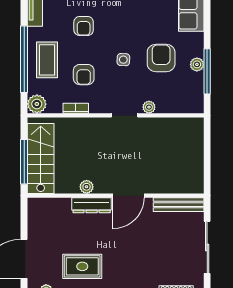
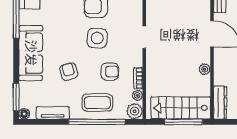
armchair: (84, 26) -> (69, 72), turned -106
side table: (123, 60) -> (97, 38), width x1.87, depth x1.87
plant: (149, 107) -> (137, 95), moved
dresser: (92, 205) -> (220, 103), moved

